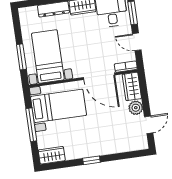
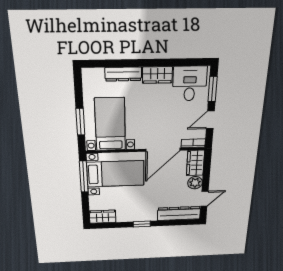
door: (137, 42) -> (210, 120), hinge flipped
door: (99, 76) -> (163, 150), hinge flipped
window: (31, 125) -> (84, 177), moved
dresser: (127, 144) -> (179, 213), added

